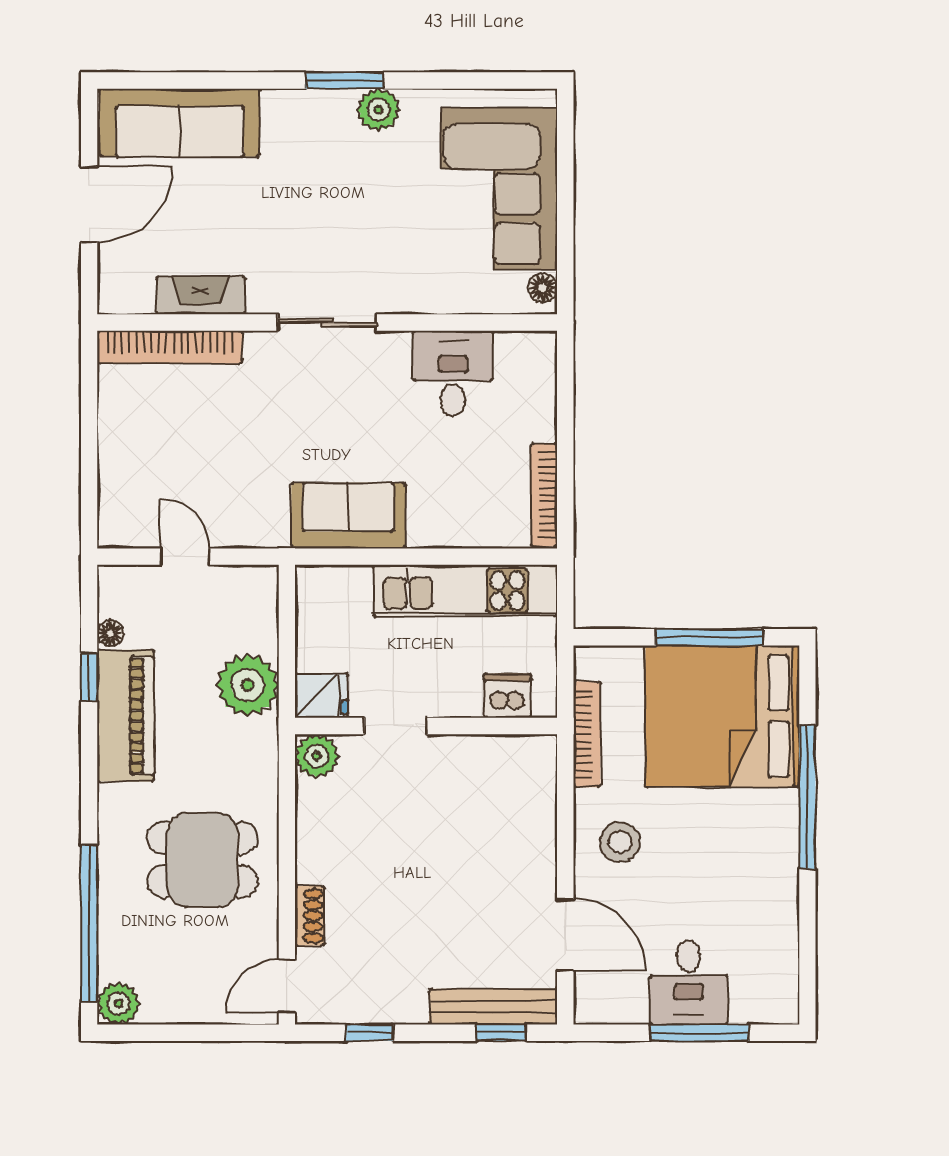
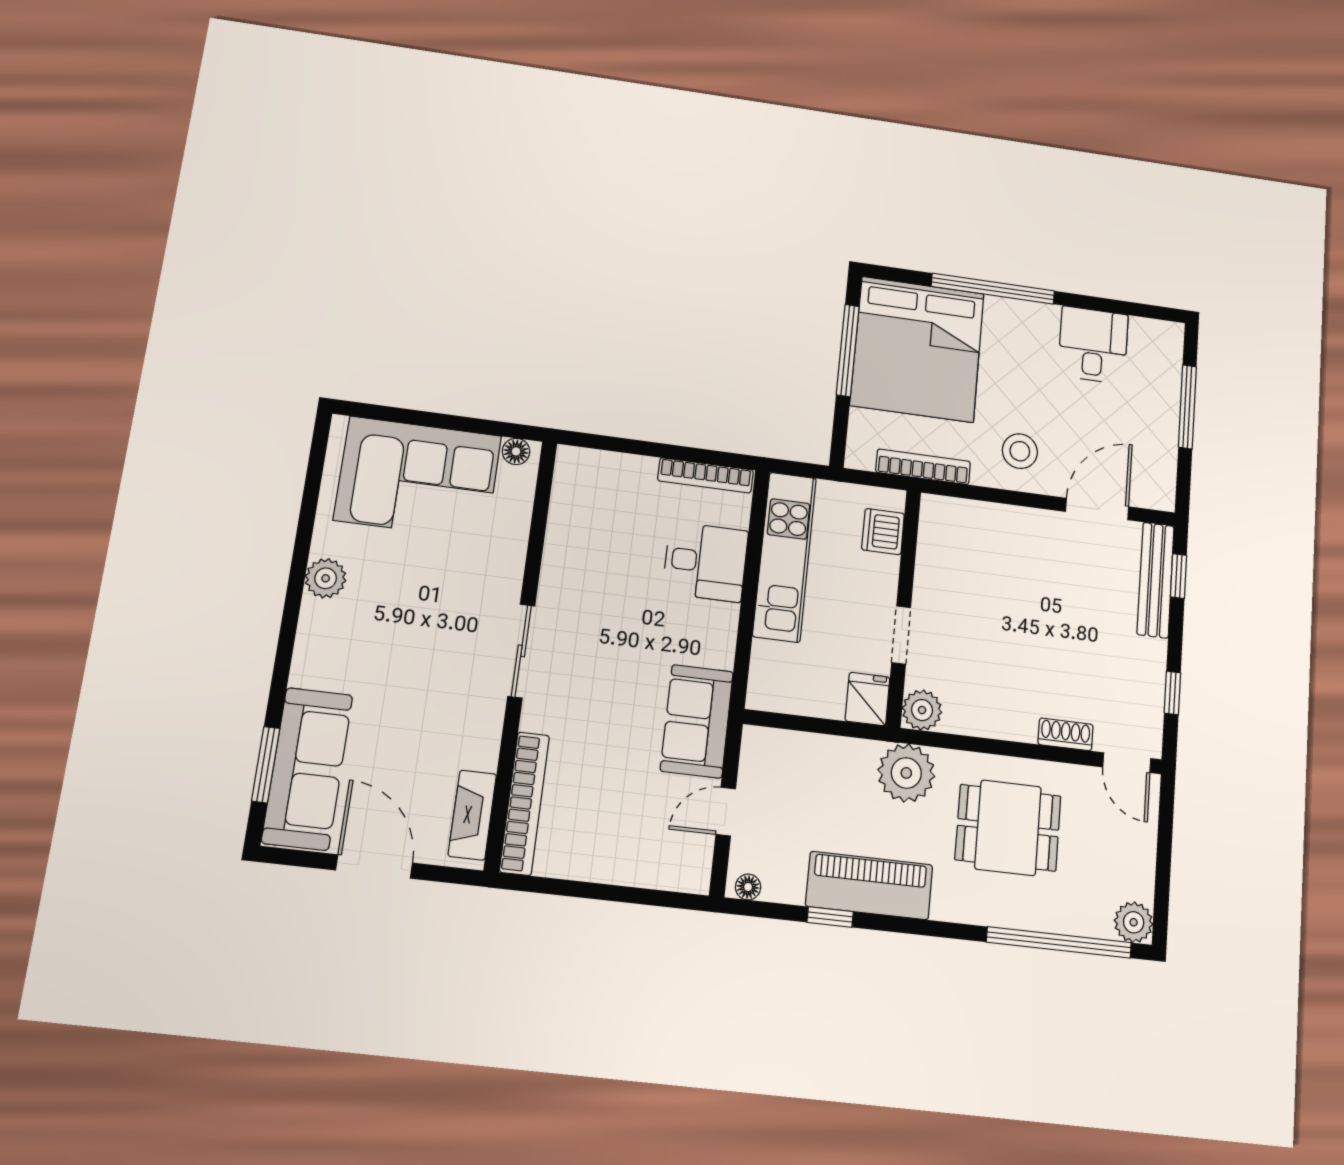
window: (344, 80) -> (266, 765), moved
fireplace: (201, 296) -> (472, 815), moved
desk: (453, 374) -> (705, 562), moved, turned 180
sofa: (348, 516) -> (697, 721), moved
floor lamp: (110, 634) -> (748, 887), moved
plant: (248, 685) -> (906, 773), moved
dining table: (202, 860) -> (1008, 828), turned 90
desk: (689, 982) -> (1093, 345), moved, turned -90

